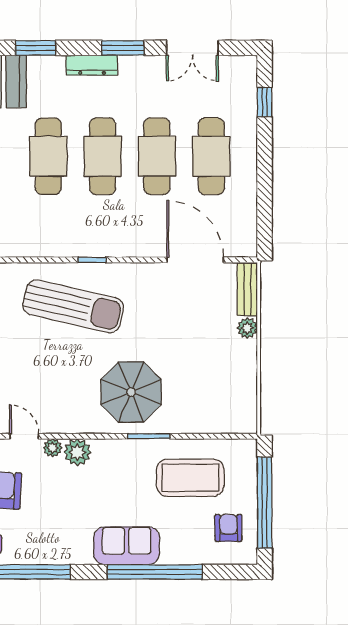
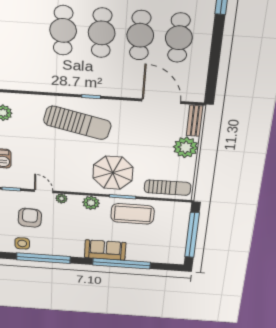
plant: (247, 328) -> (186, 147), width x1.87, depth x1.87
sun lounger: (217, 413) -> (168, 188), added
plant: (77, 452) -> (91, 203), moved
coffee table: (190, 478) -> (133, 214), moved
armchair: (229, 528) -> (168, 246), removed

